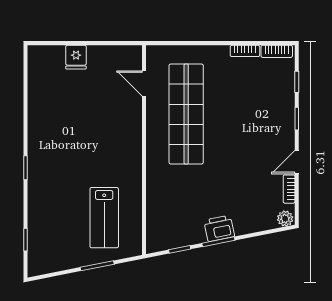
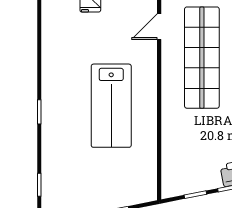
door: (144, 83) -> (159, 27), hinge flipped
lab bench: (104, 218) -> (111, 106), moved, width x1.36, depth x1.39

